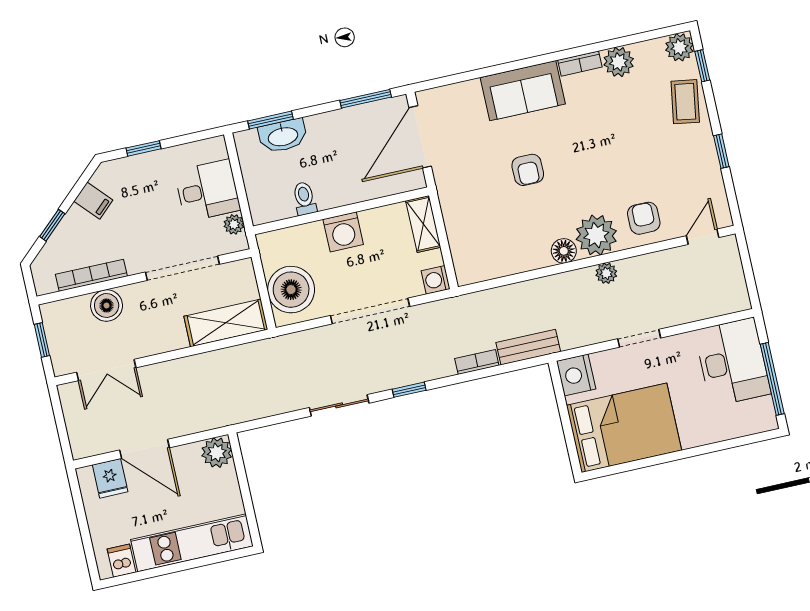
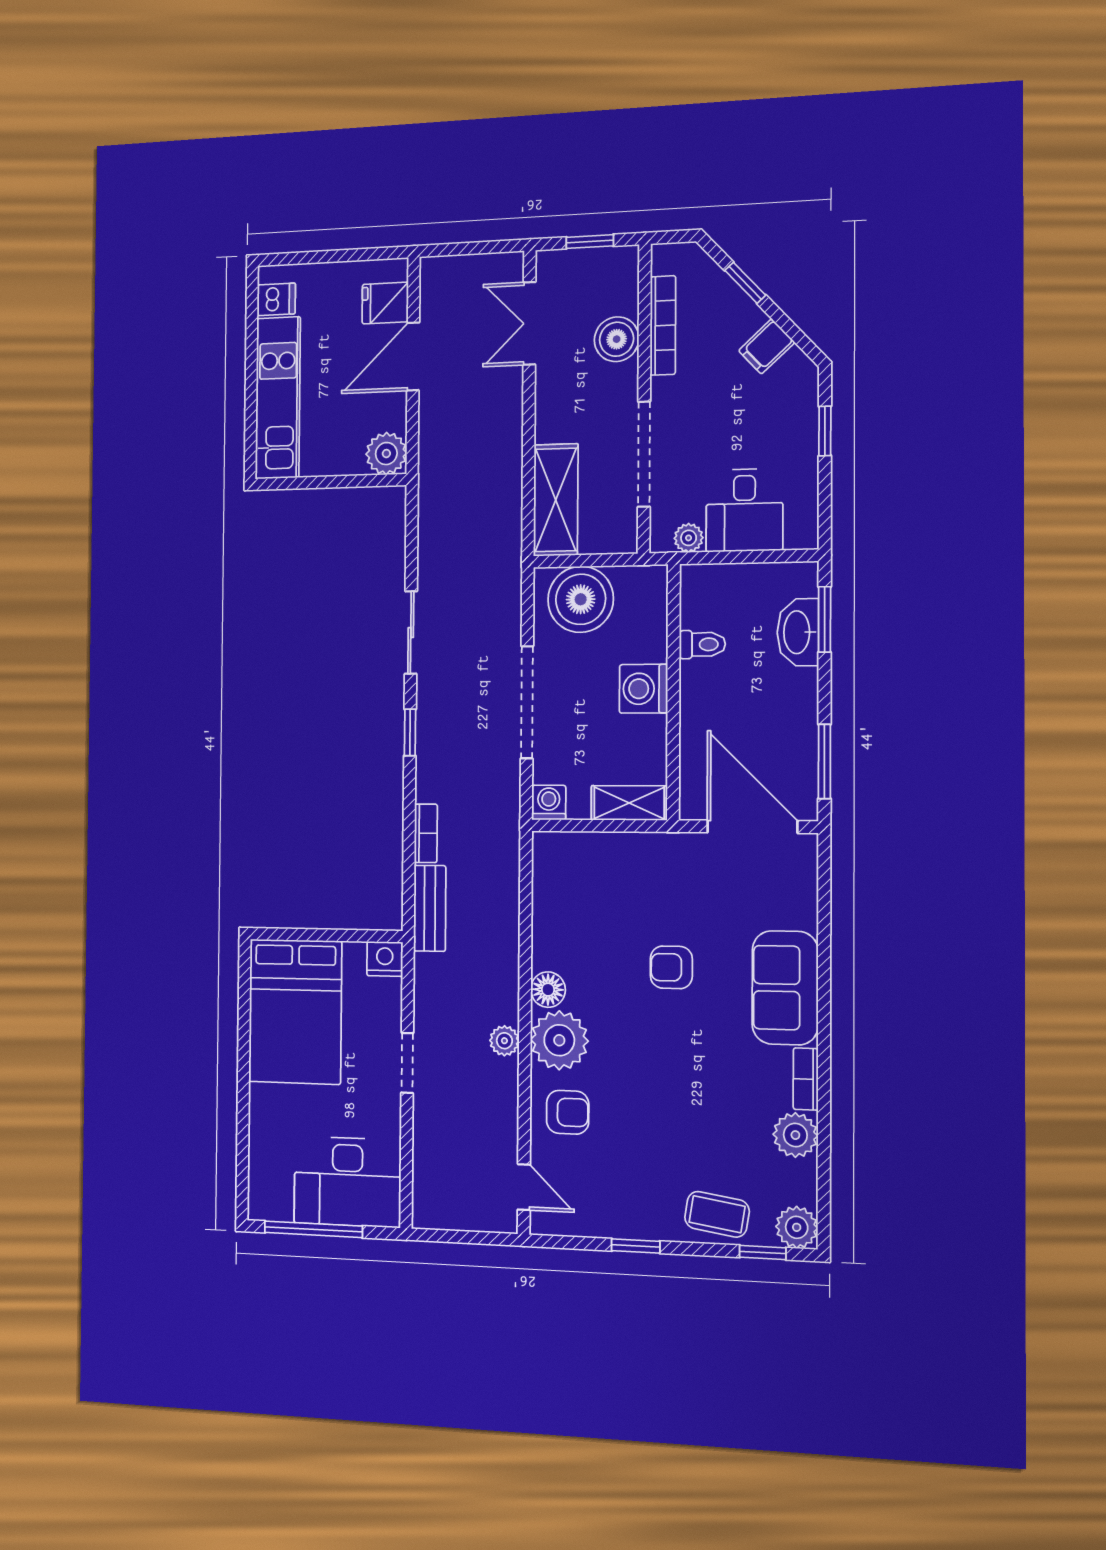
nightstand: (576, 375) -> (385, 959), width x0.74, depth x0.75

